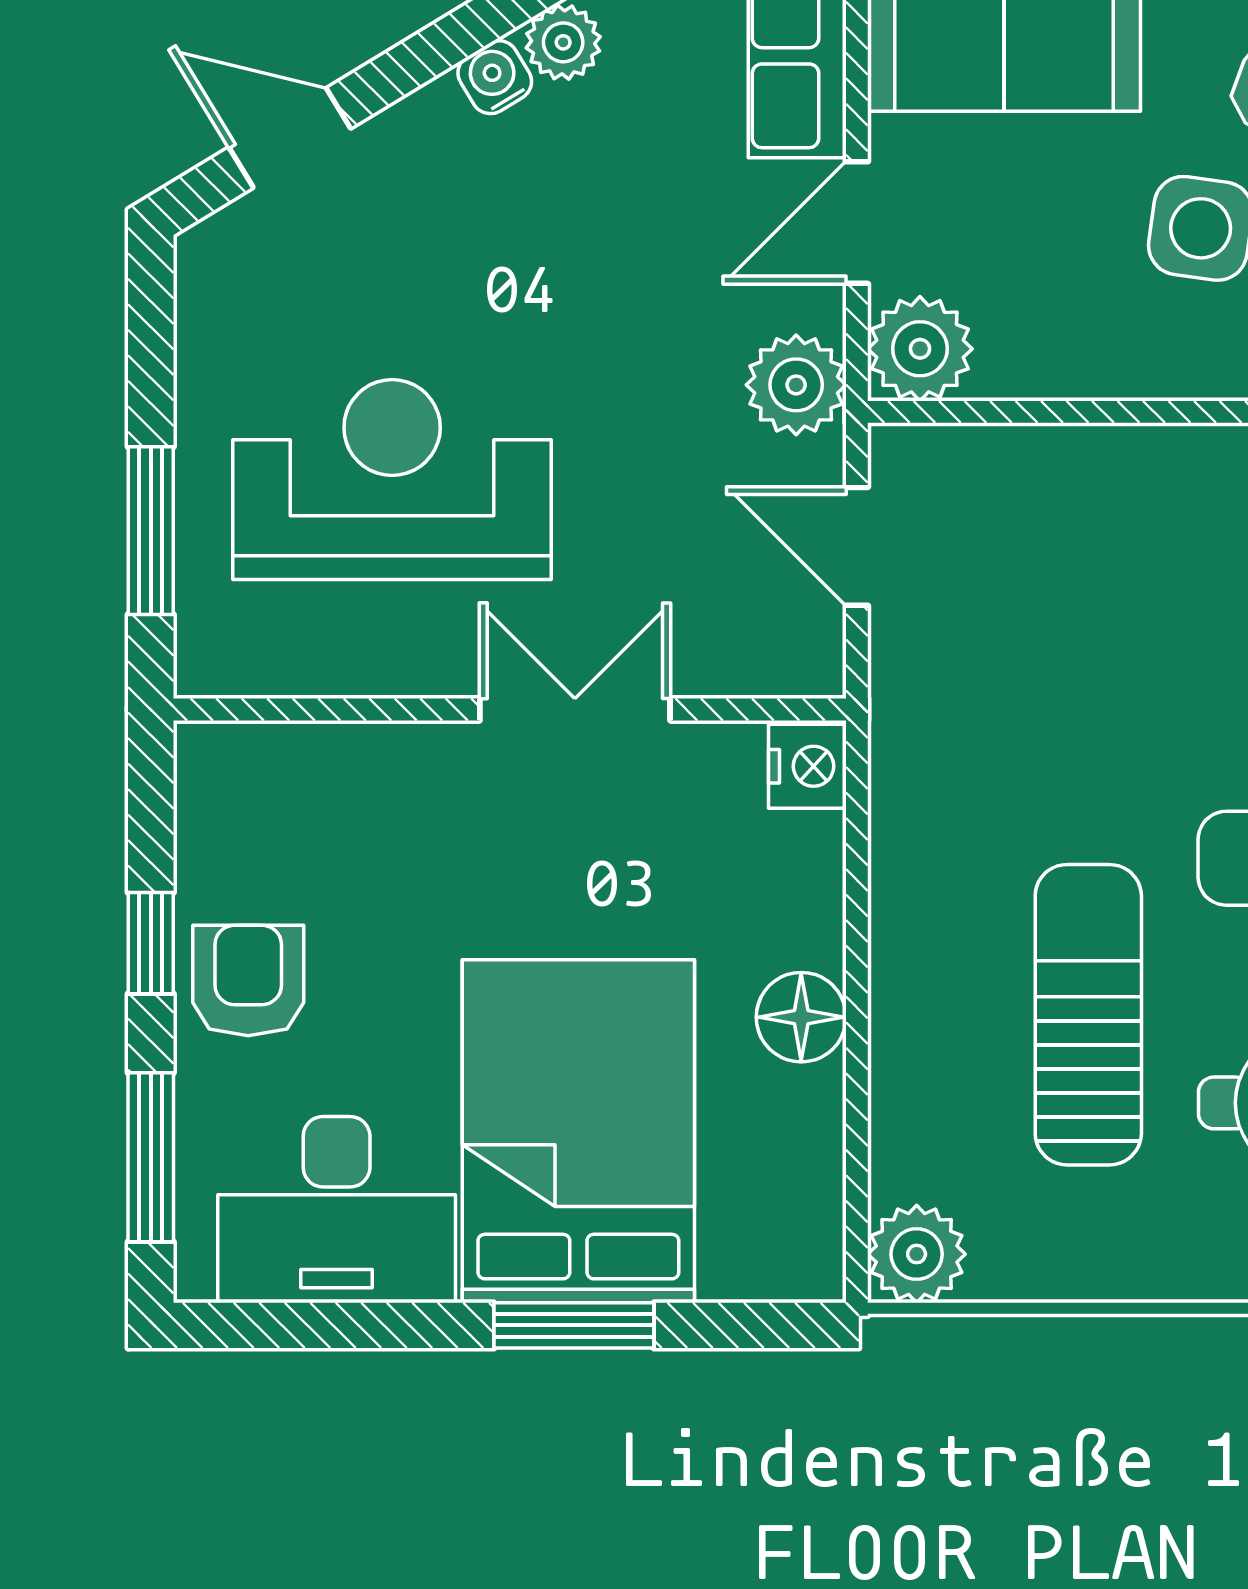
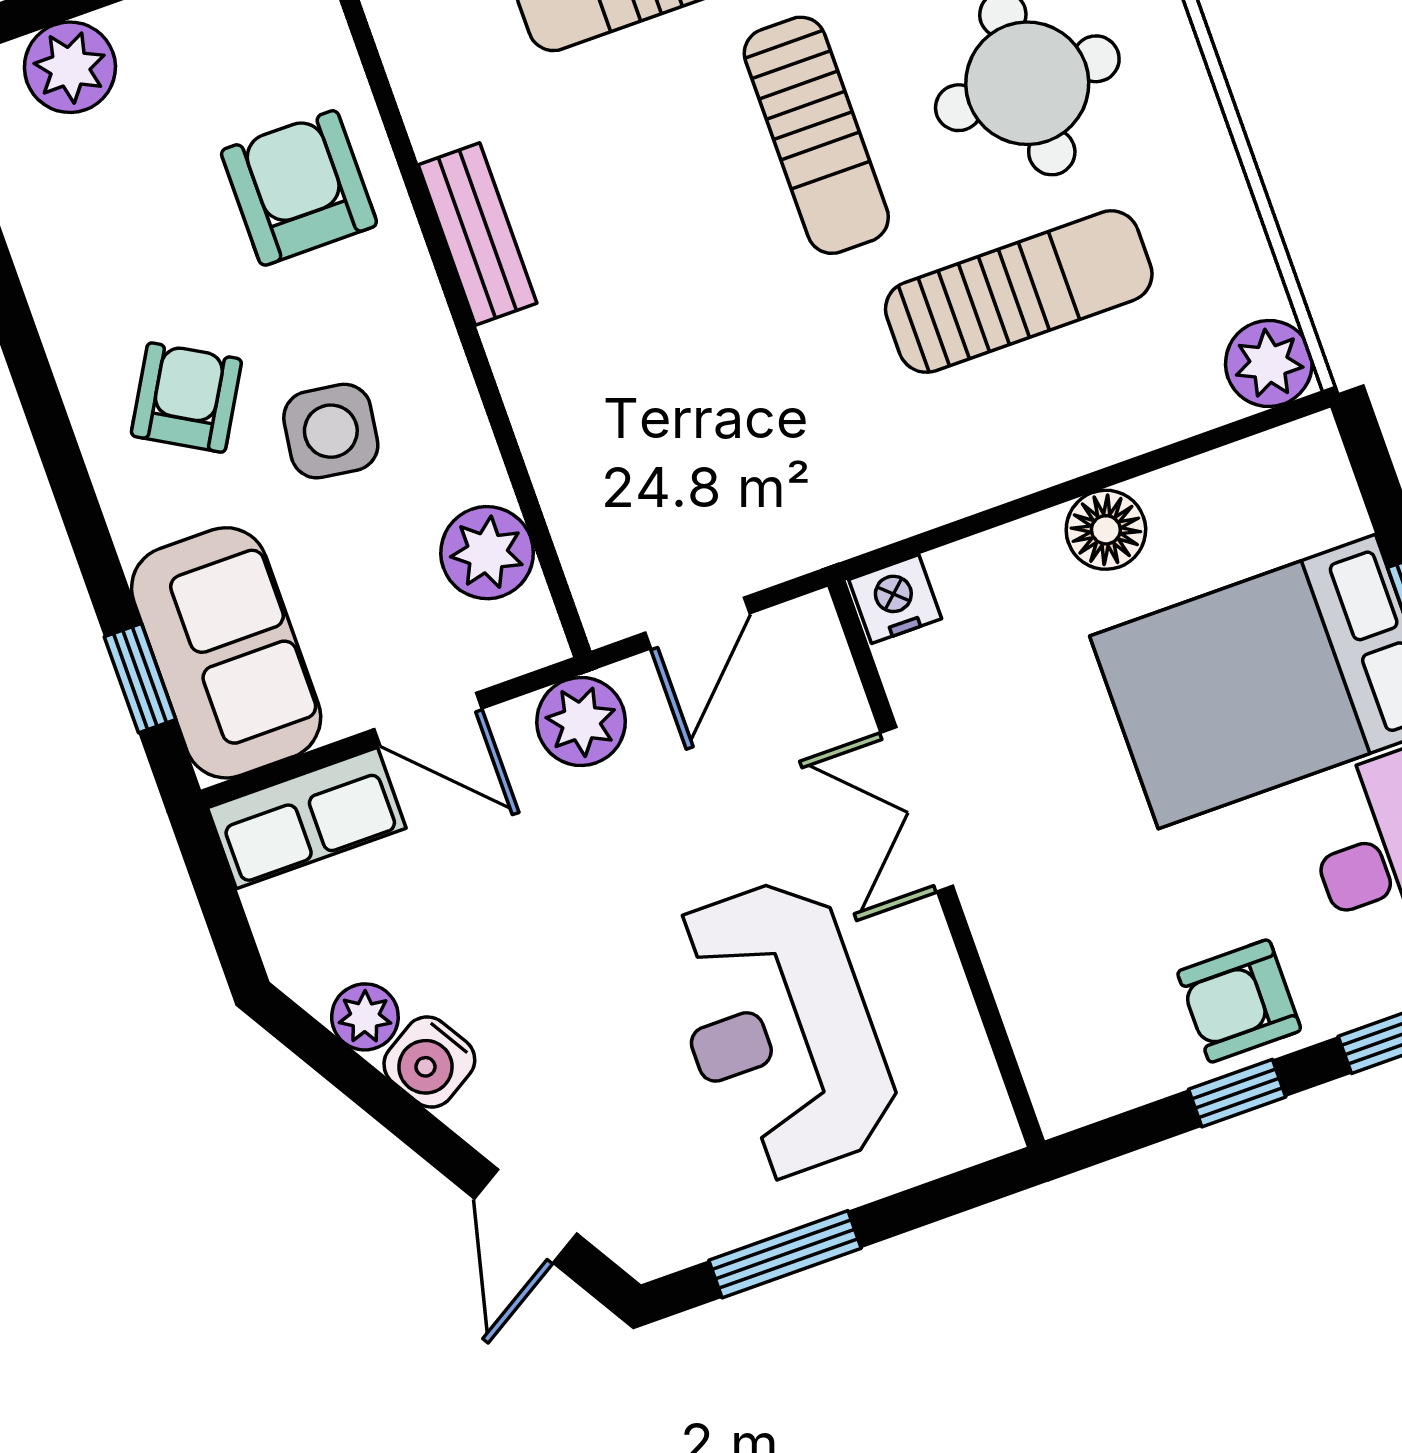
water cooler: (495, 77) -> (429, 1062), width x1.38, depth x1.38
plant: (920, 349) -> (487, 553), moved
window: (151, 531) -> (785, 1254), moved
sun lounger: (1088, 1015) -> (1019, 292), turned 180

